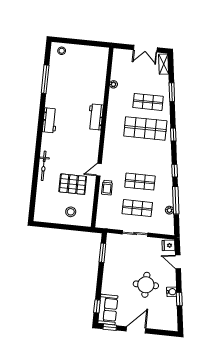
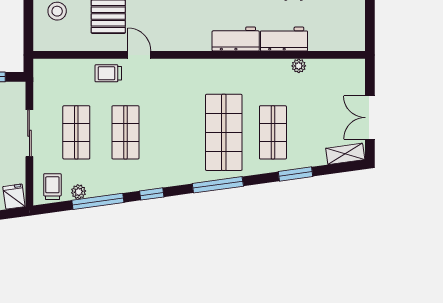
workbench: (98, 91) -> (284, 39), added
window: (173, 135) -> (218, 185), width x2.17
trolley: (165, 224) -> (52, 187), added

